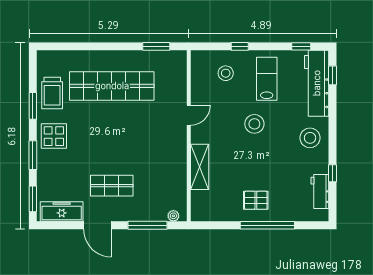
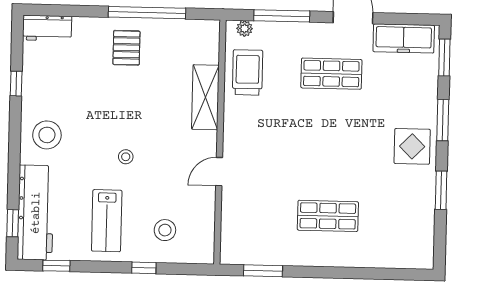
shop shelf: (112, 86) -> (328, 216), width x0.50, depth x0.74
trolley: (52, 93) -> (248, 72), moved
stool: (254, 124) -> (126, 157), width x0.53, depth x0.53
workbench: (320, 192) -> (47, 28), moved, turned 90
pallet: (256, 200) -> (126, 48), turned 90
window: (267, 225) -> (147, 13), moved

